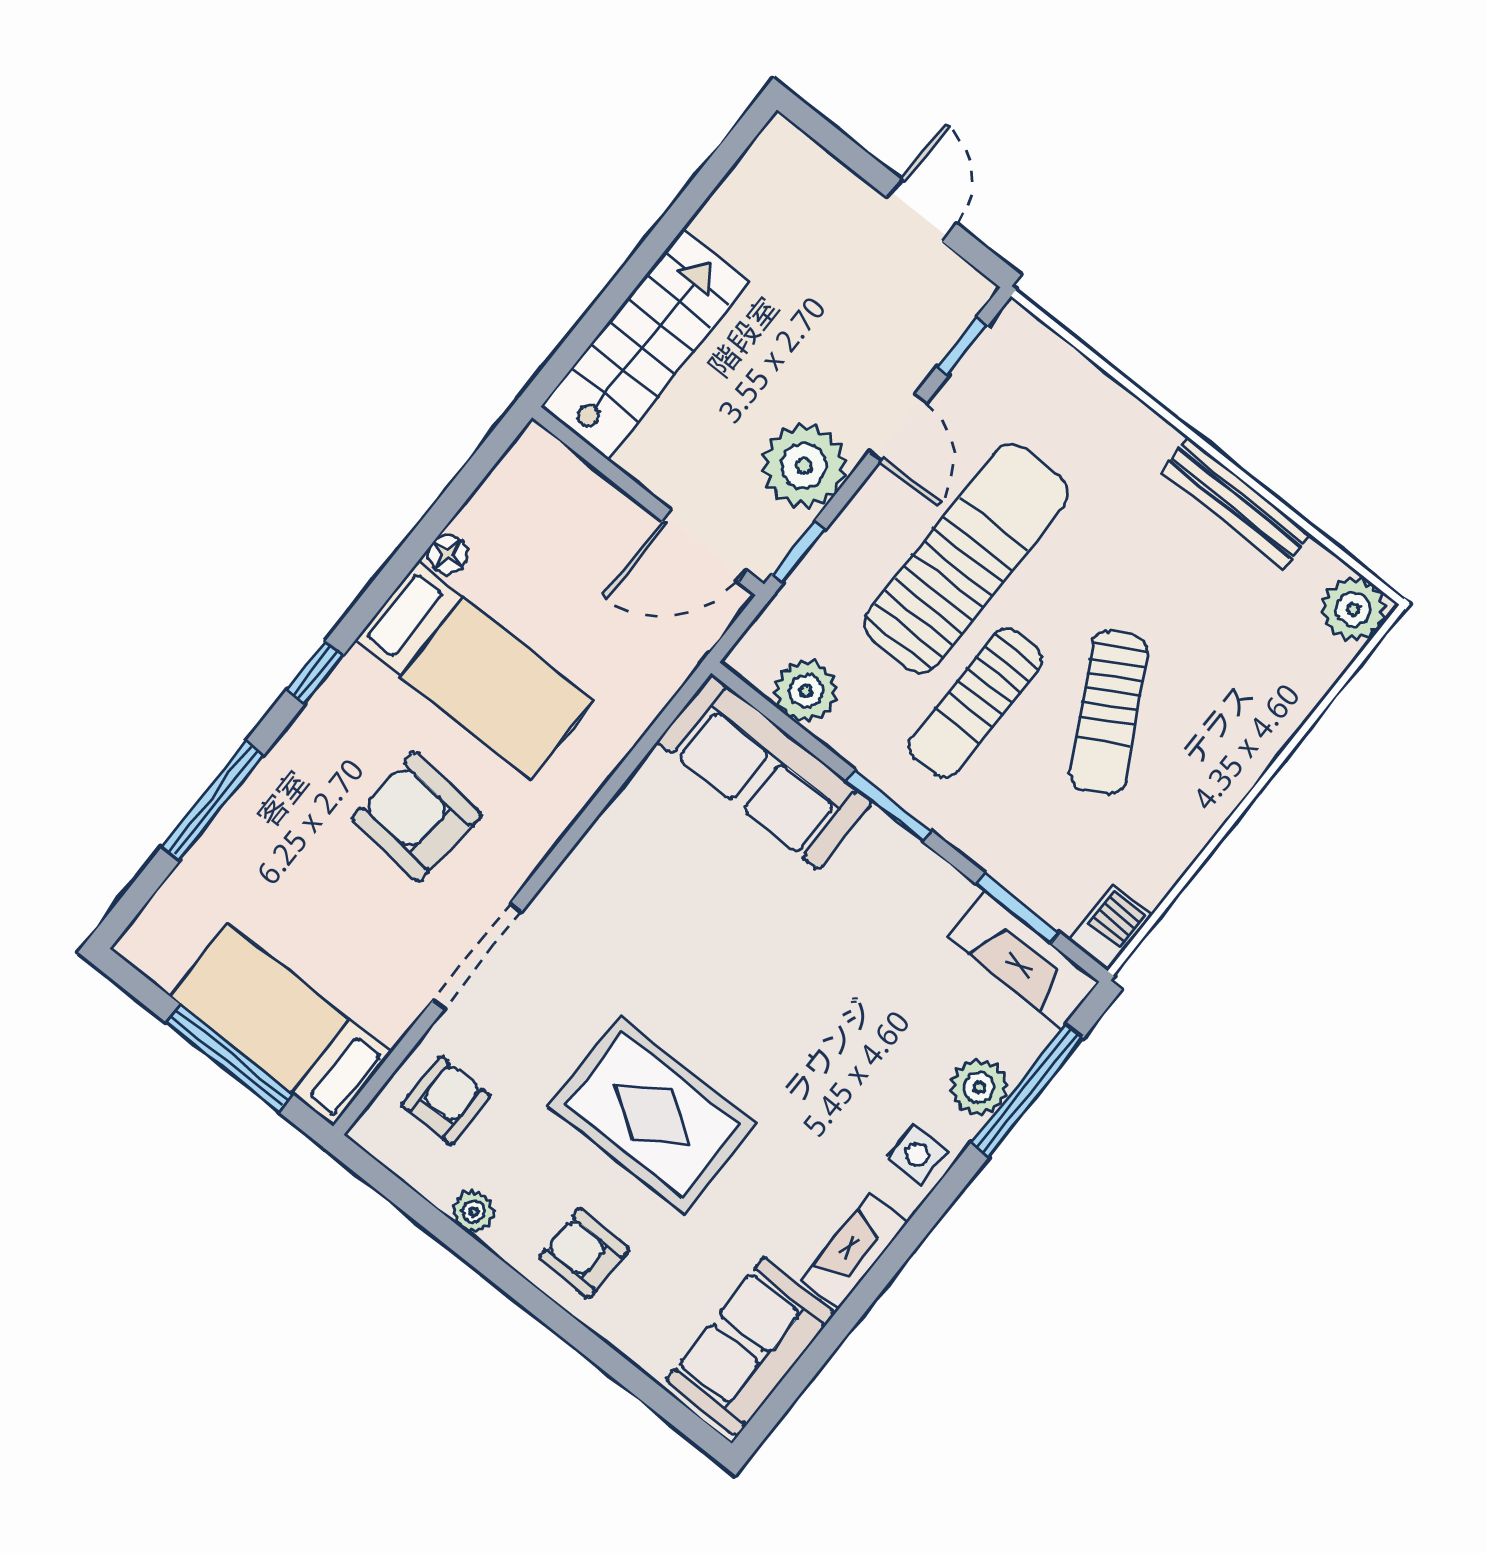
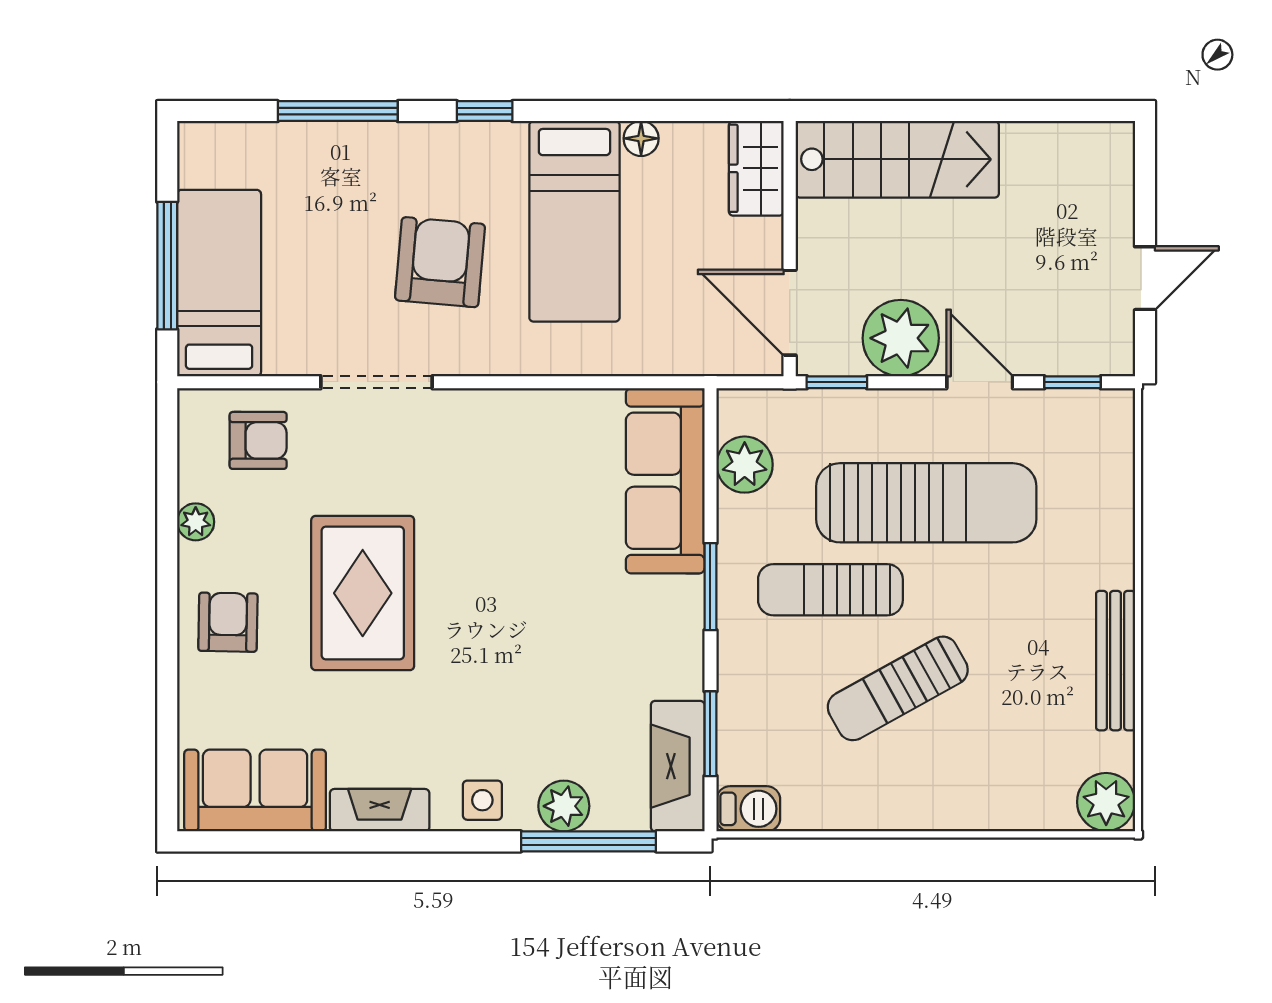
door: (898, 428) -> (980, 382), swing flipped
wardrobe: (555, 474) -> (756, 168), added

